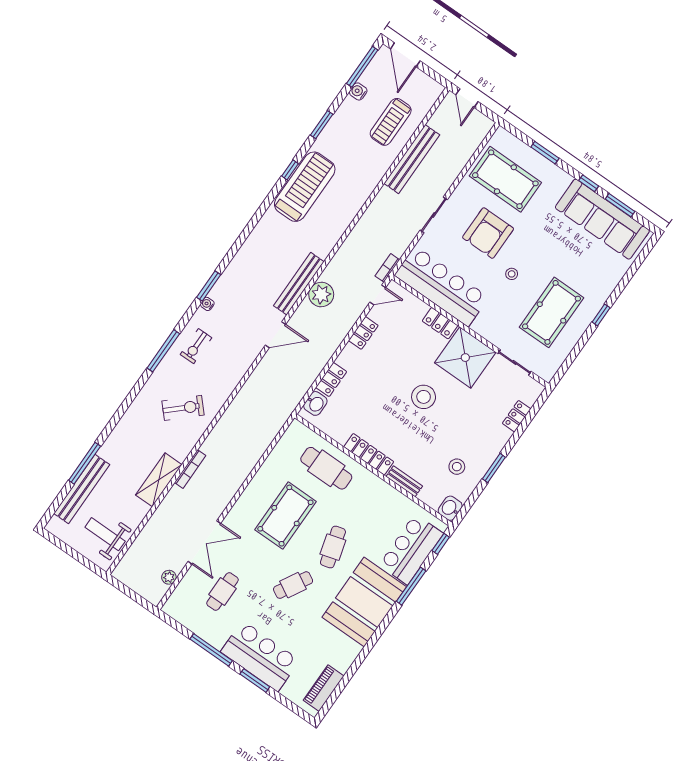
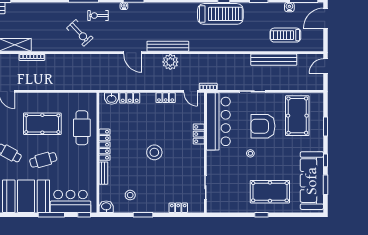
pool table: (552, 312) -> (270, 192), moved
shower: (465, 358) -> (190, 160), removed
exercise bike: (183, 408) -> (80, 33), moved

